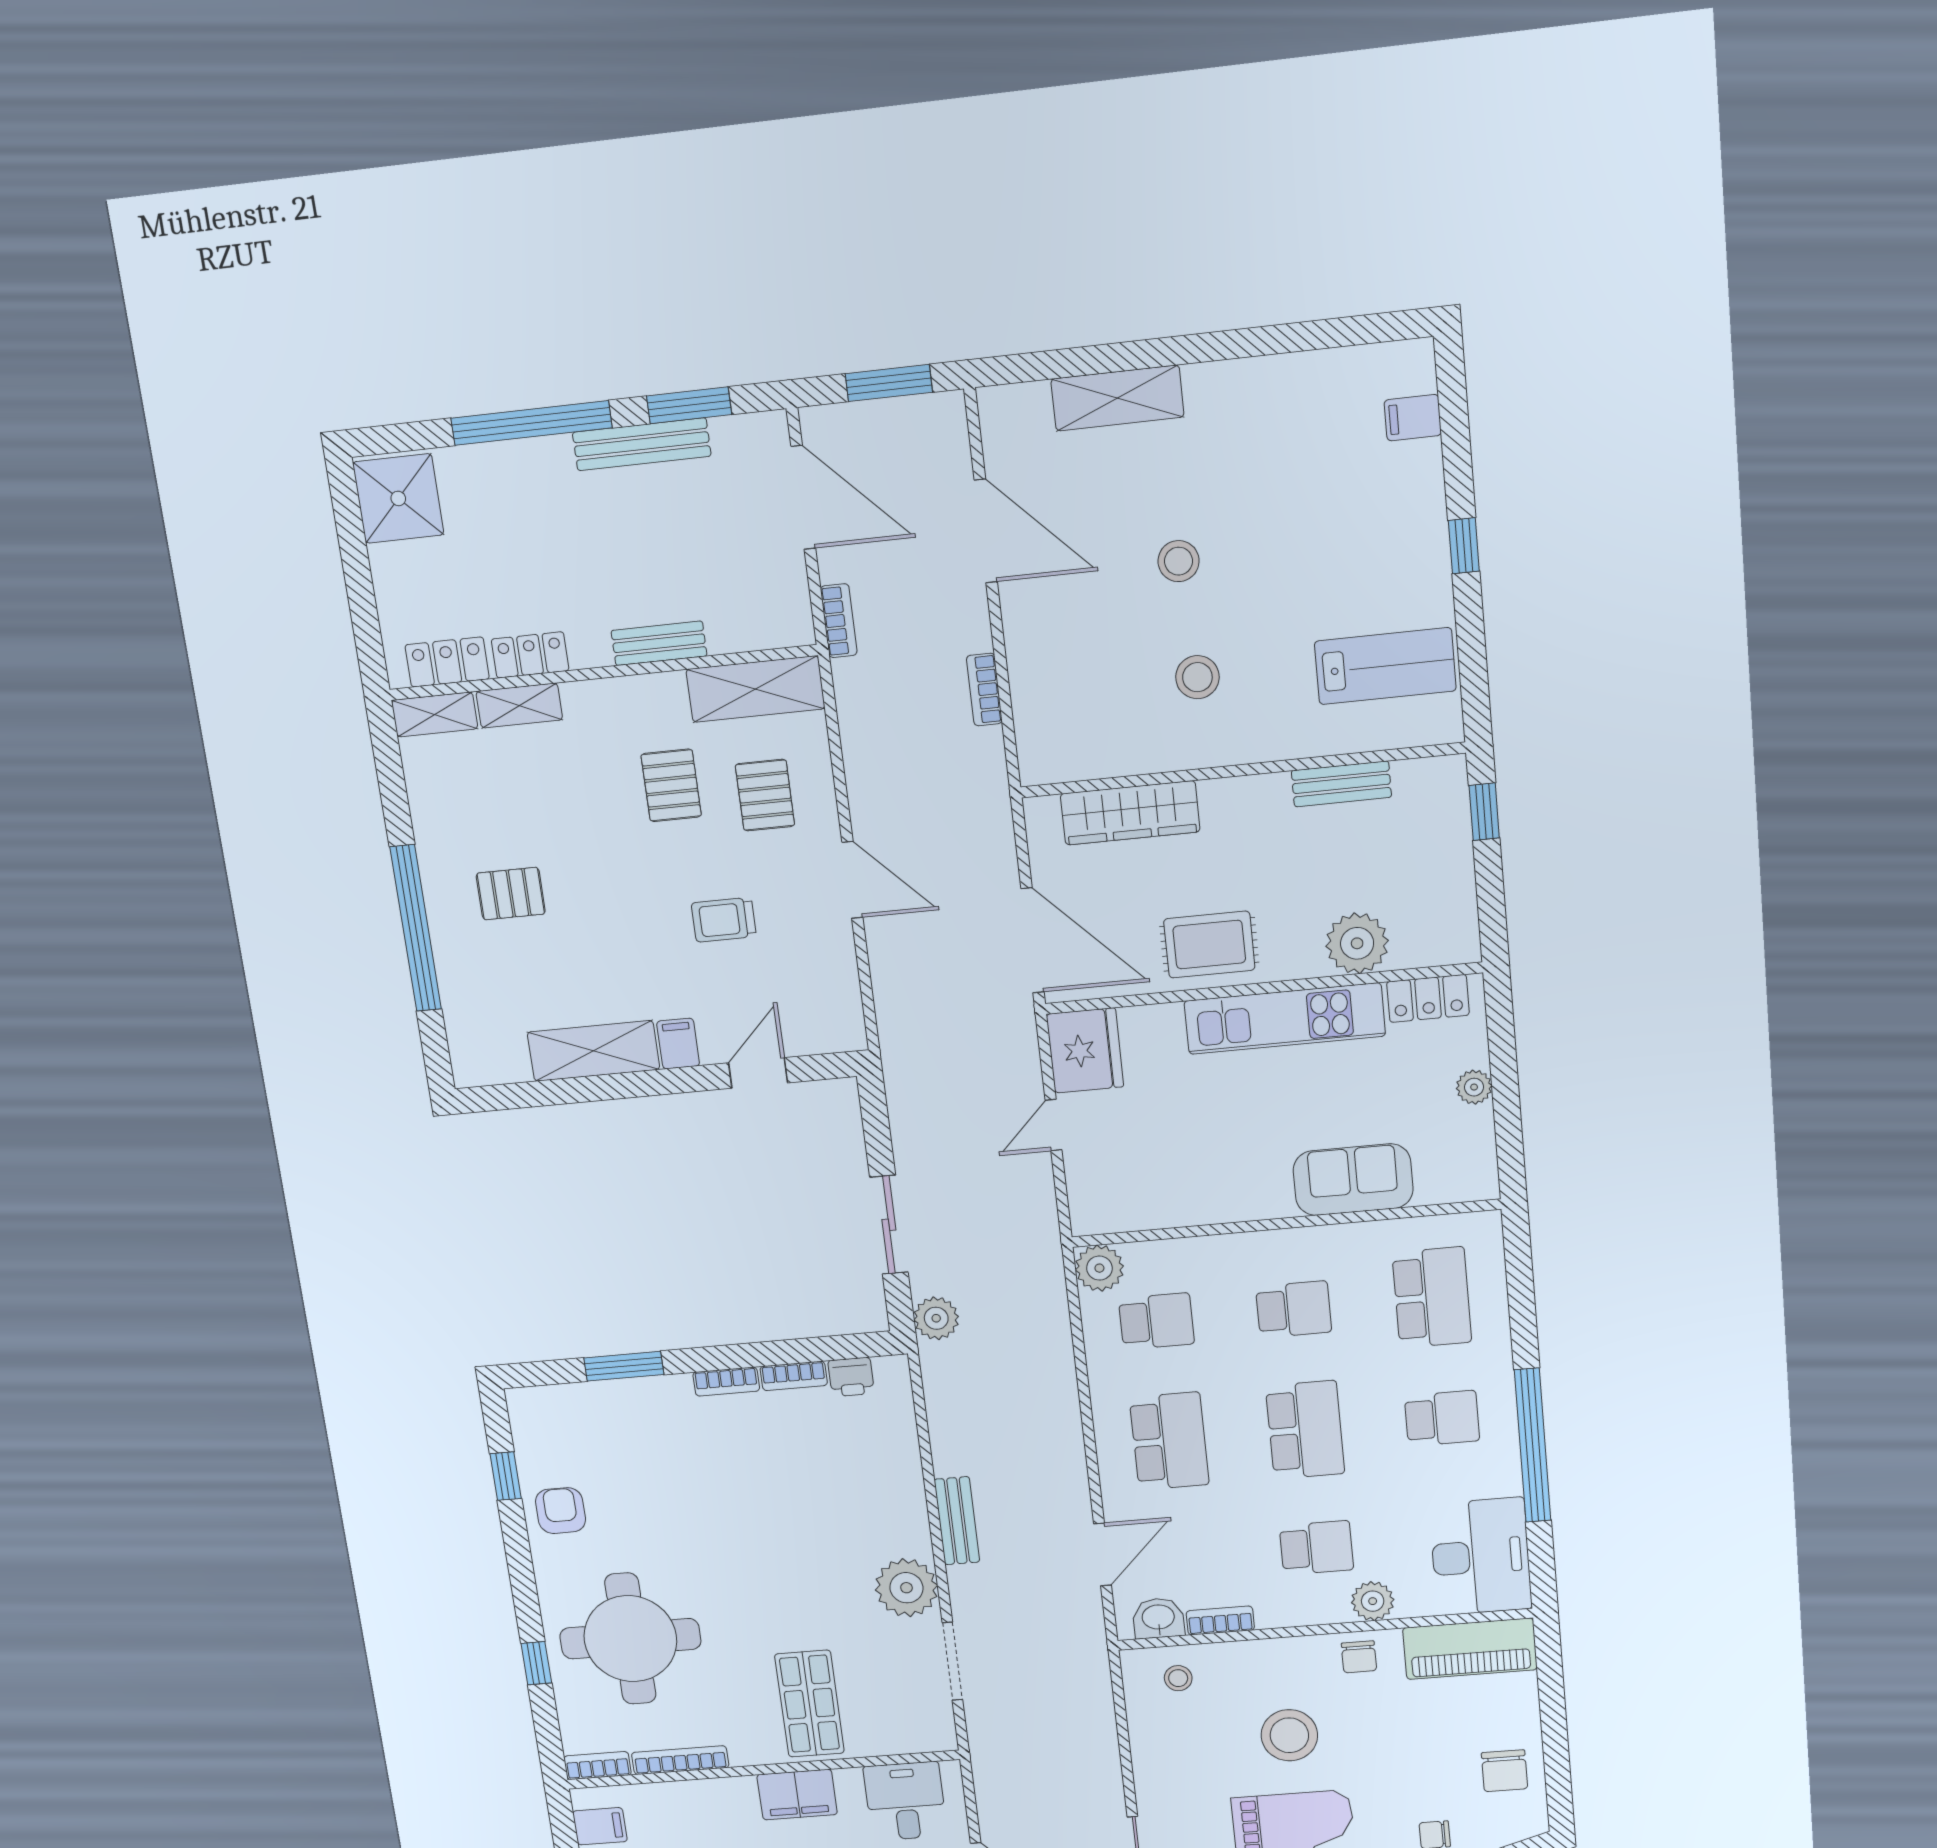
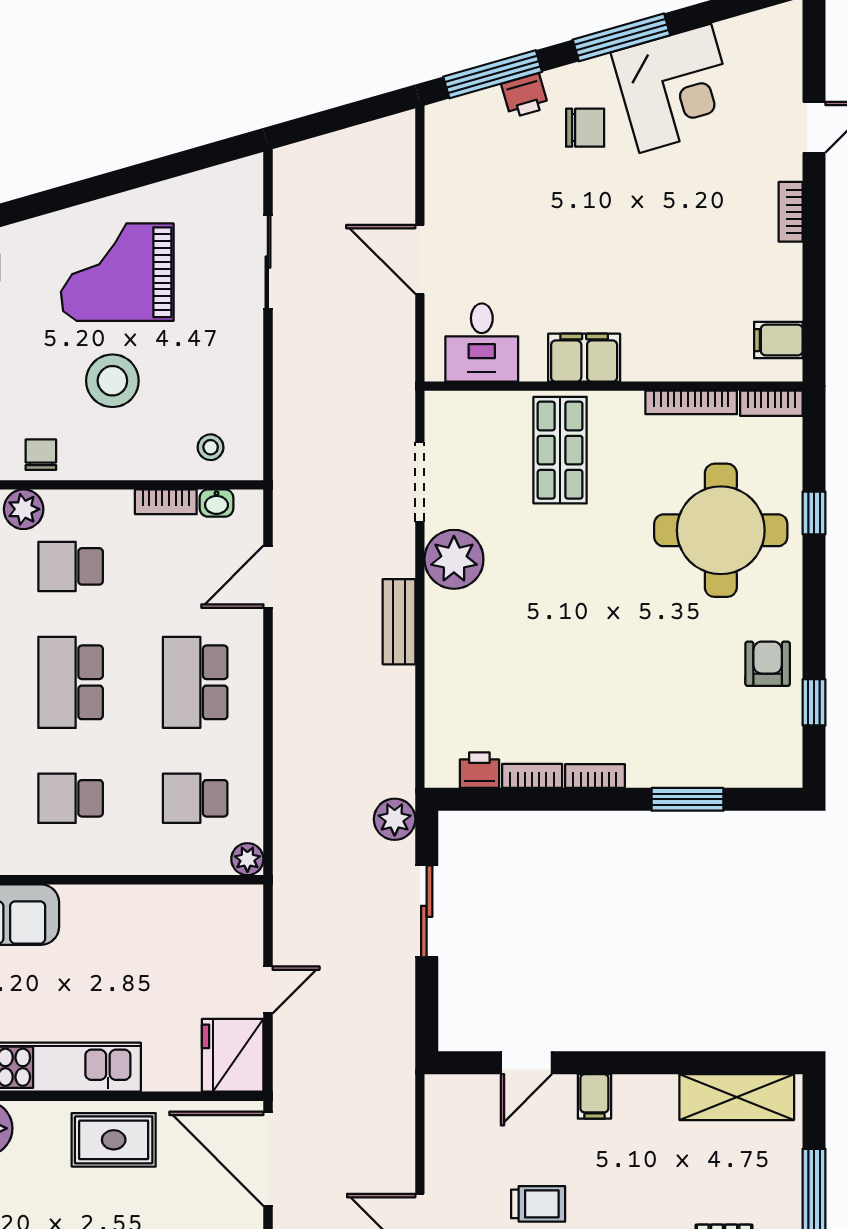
shelving: (593, 1051) -> (737, 1097), moved
plant: (1099, 1268) -> (247, 859), width x0.73, depth x0.73
armchair: (561, 1511) -> (768, 664), turned 180
washbasin: (1158, 1618) -> (216, 503), width x0.72, depth x0.69

